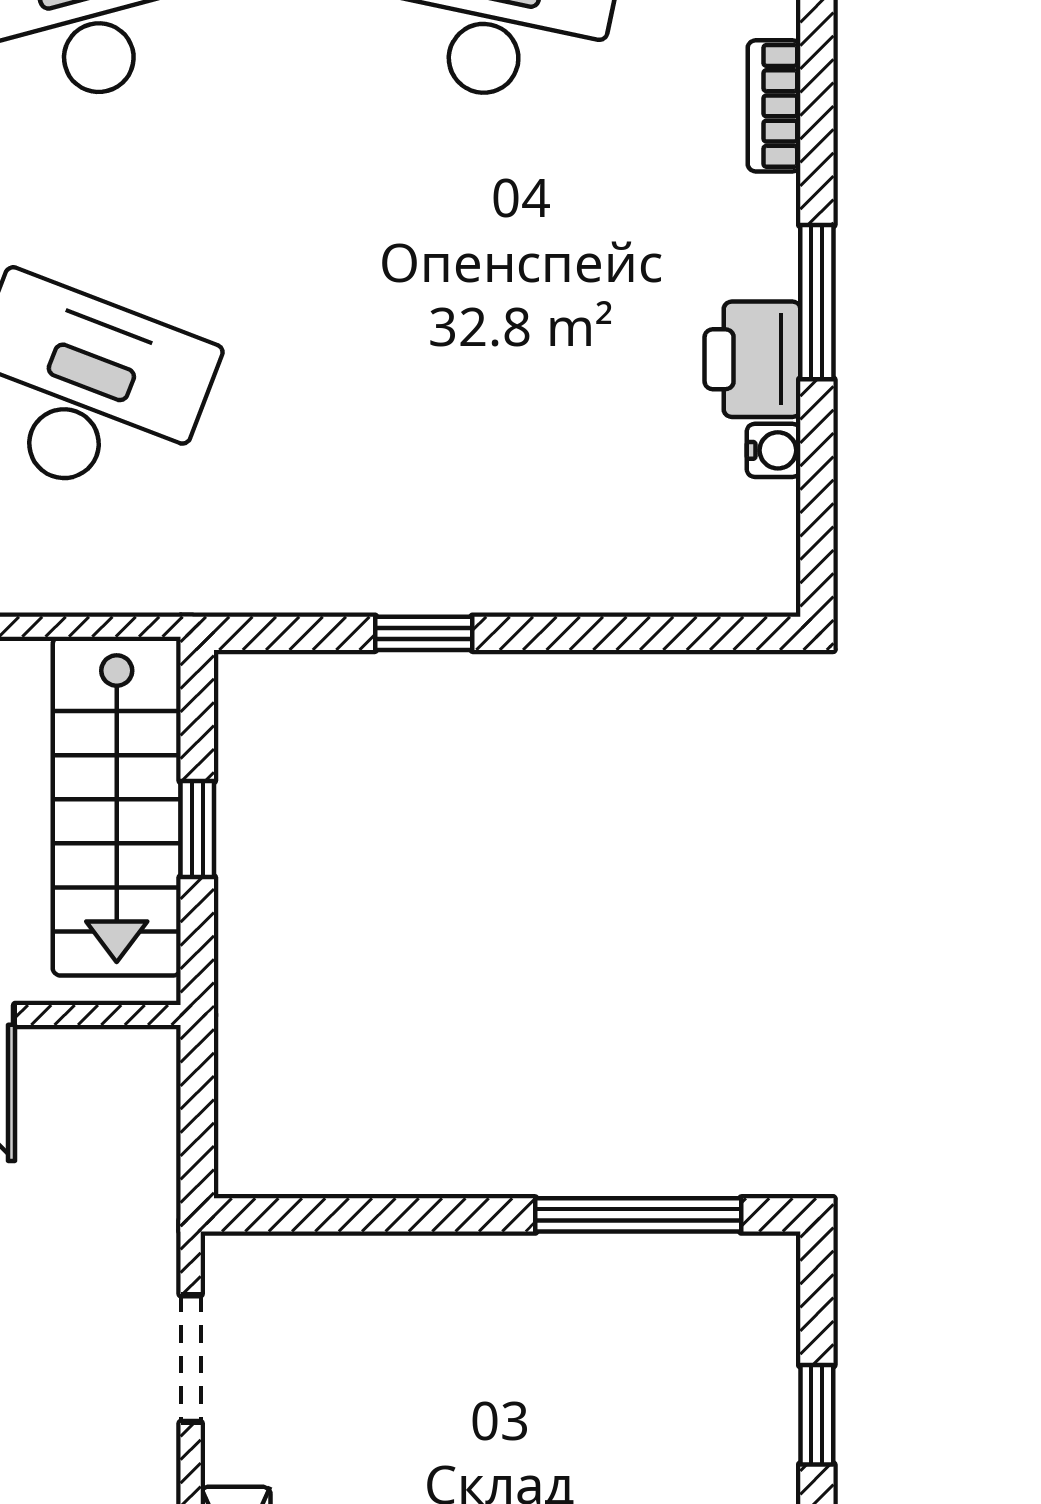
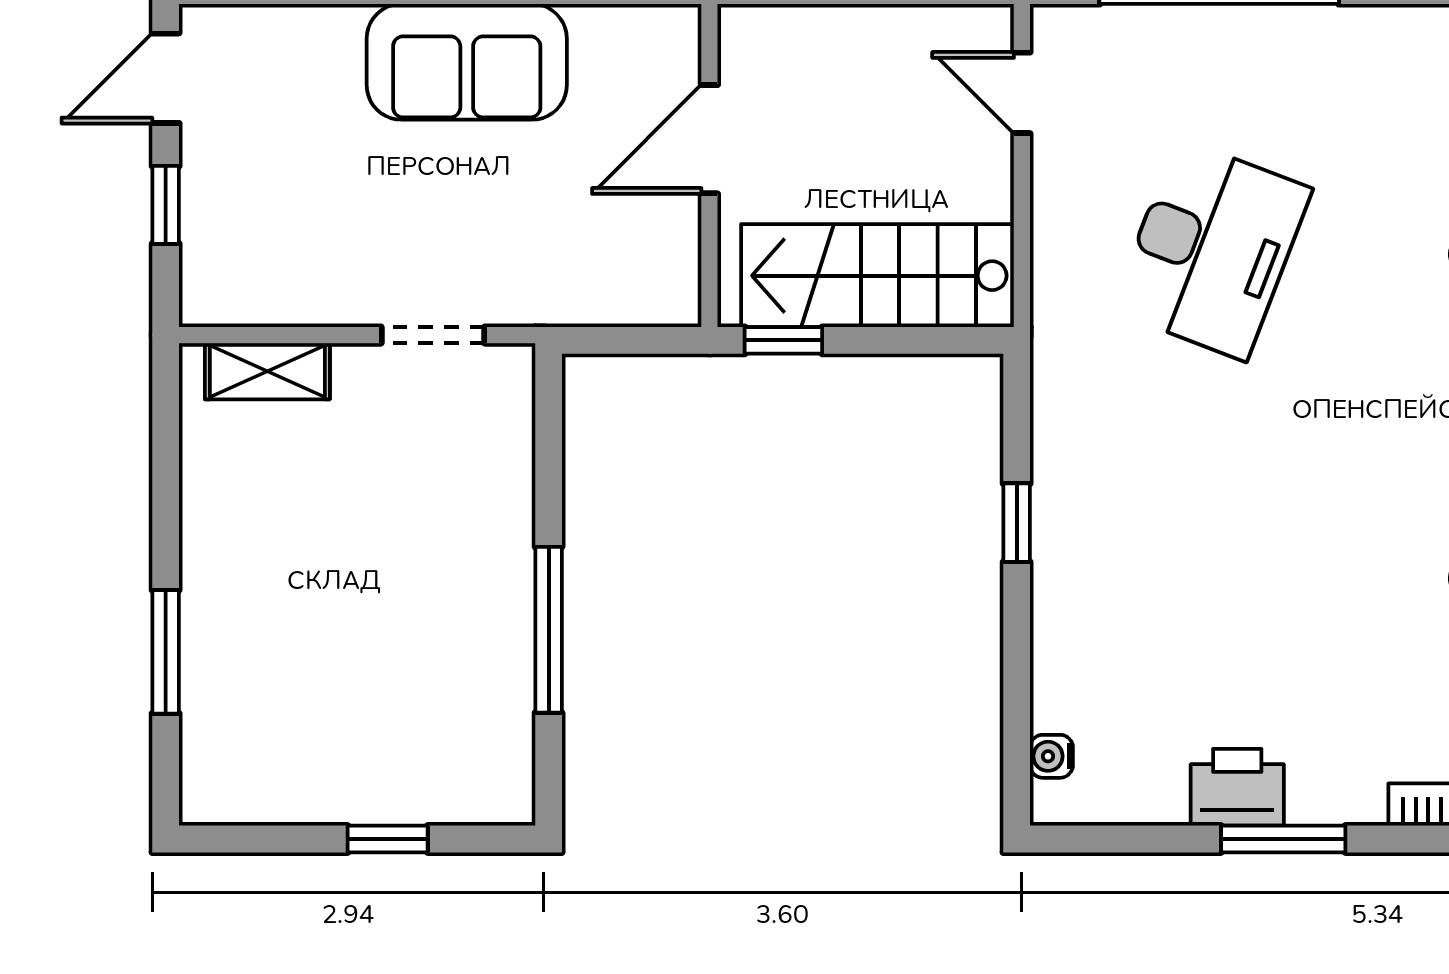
water cooler: (774, 450) -> (1051, 756), moved, turned 90
window: (197, 829) -> (783, 340), moved
window: (638, 1215) -> (549, 630), moved

